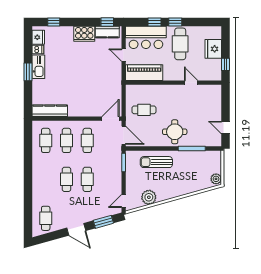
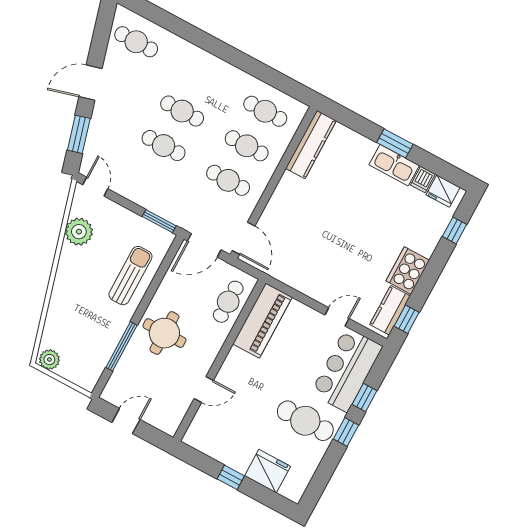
piano: (144, 73) -> (262, 321), moved
wall: (174, 83) -> (220, 360), moved
door: (191, 83) -> (204, 390), moved

